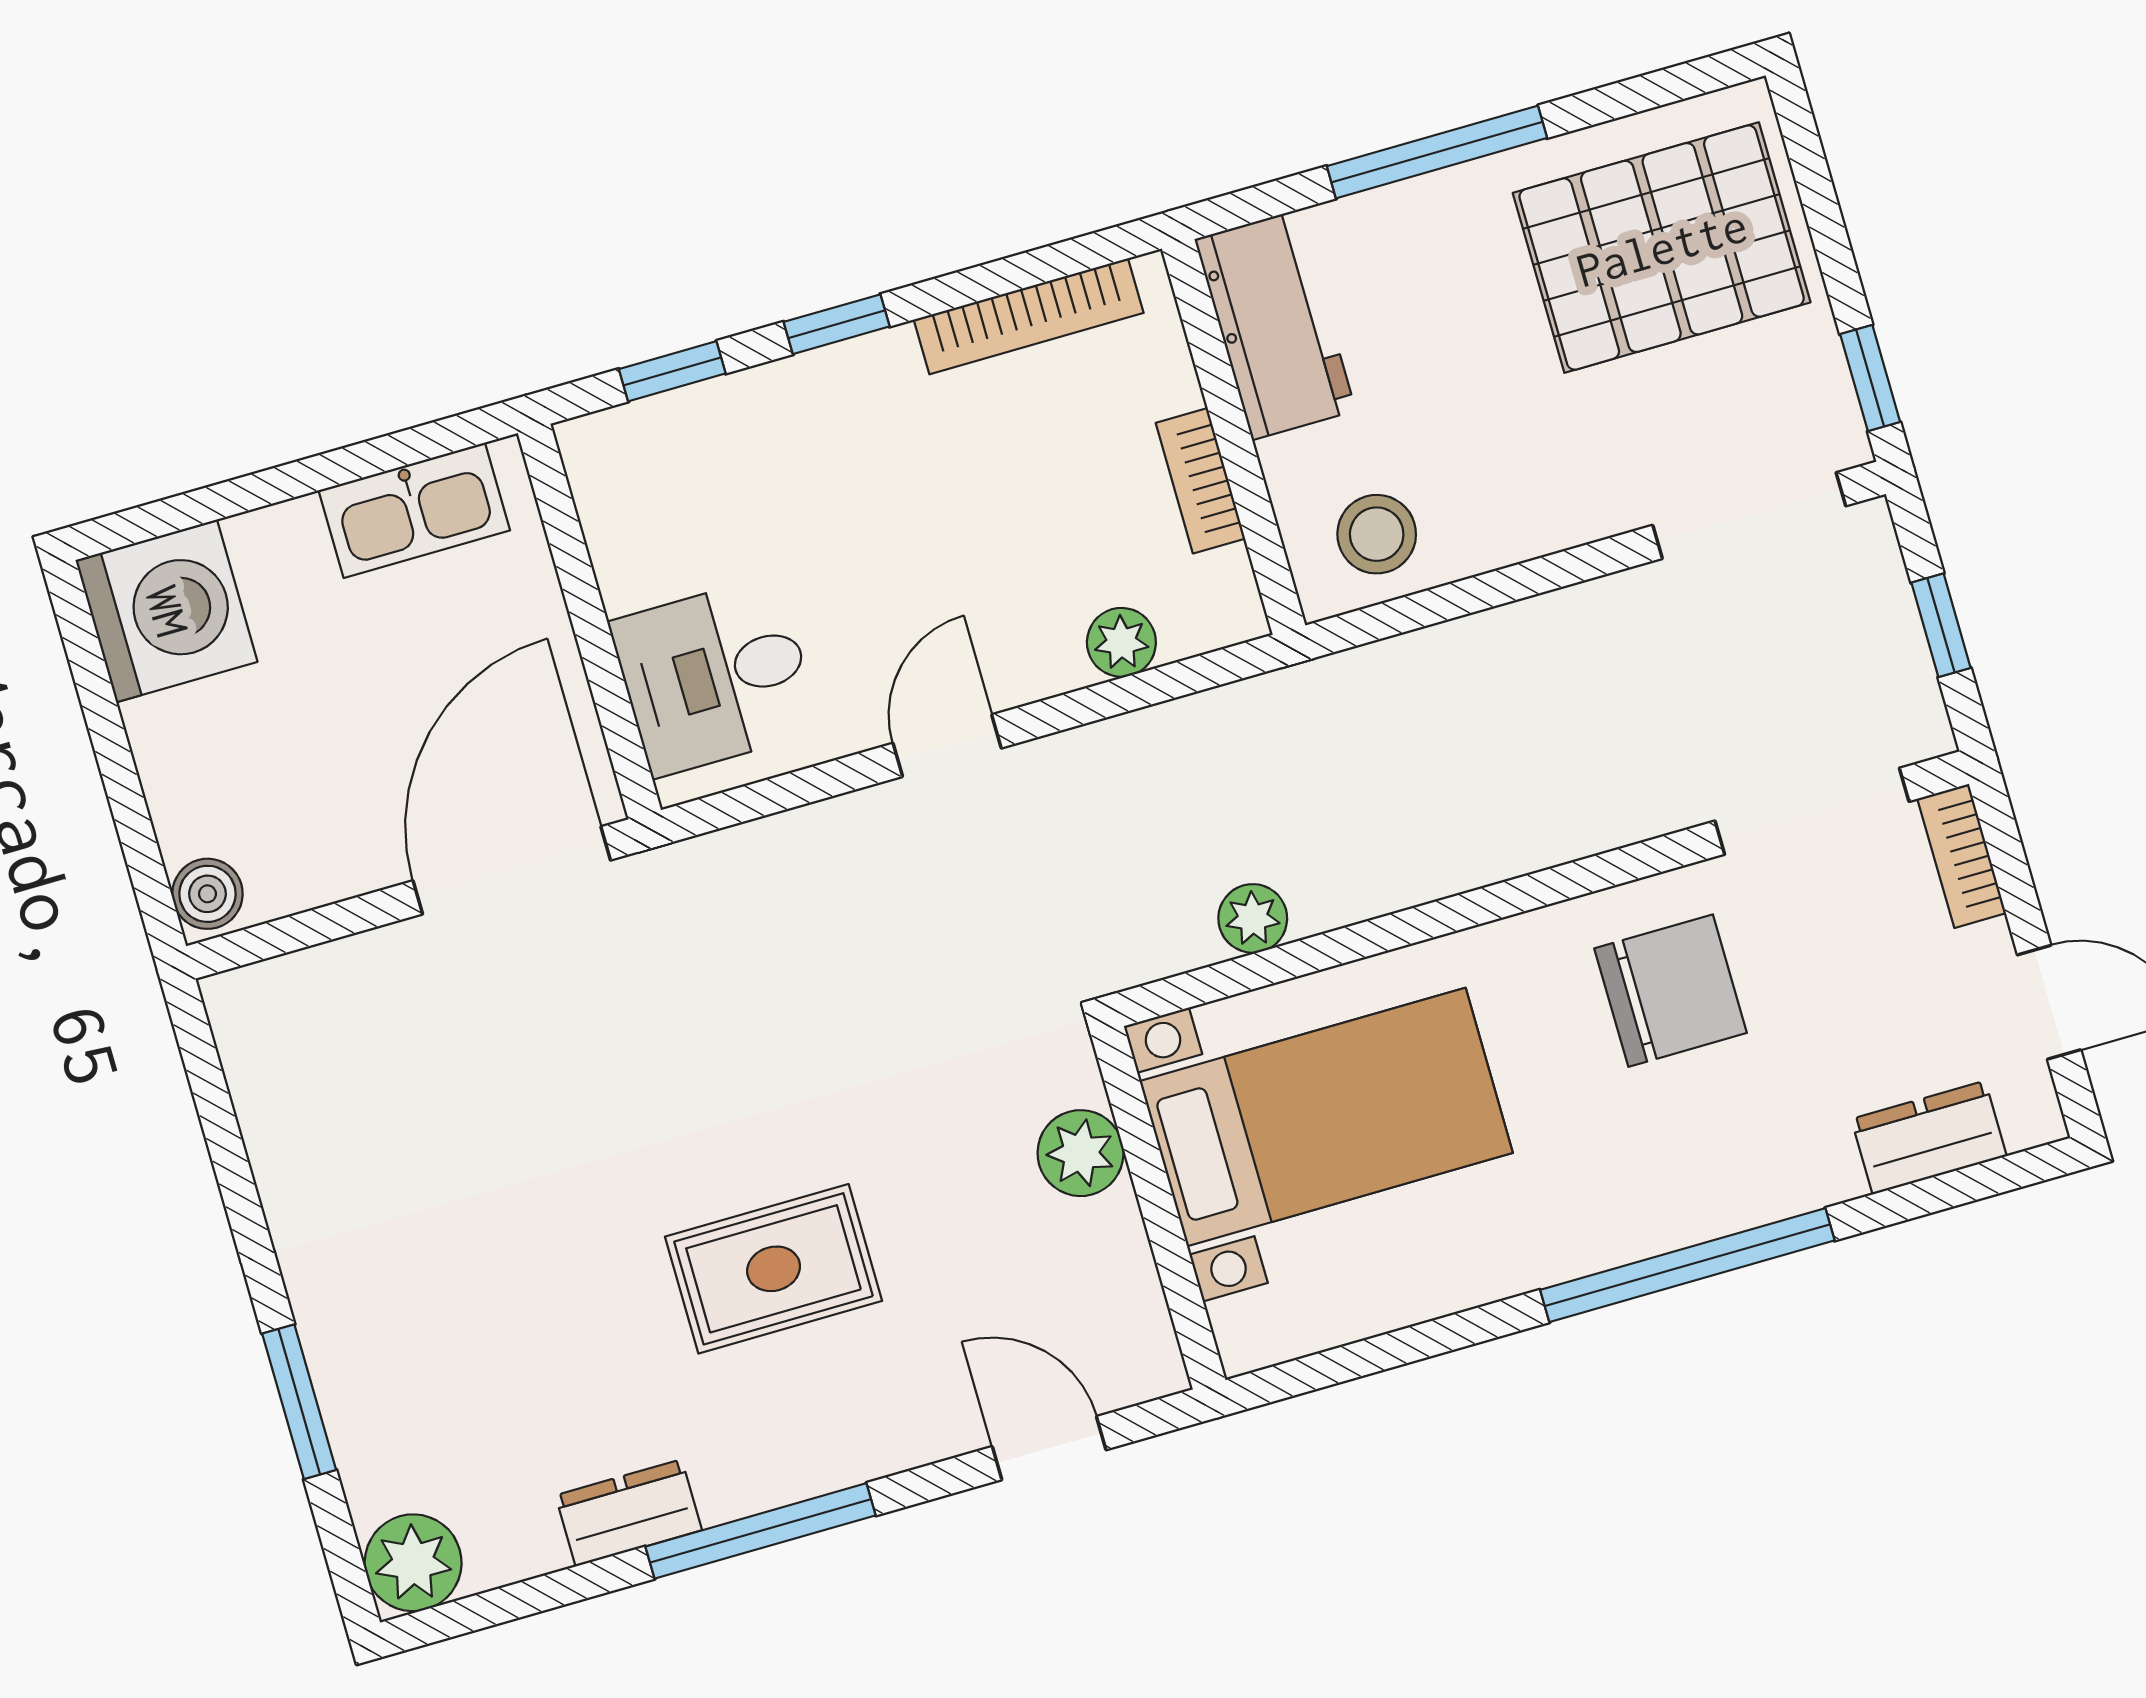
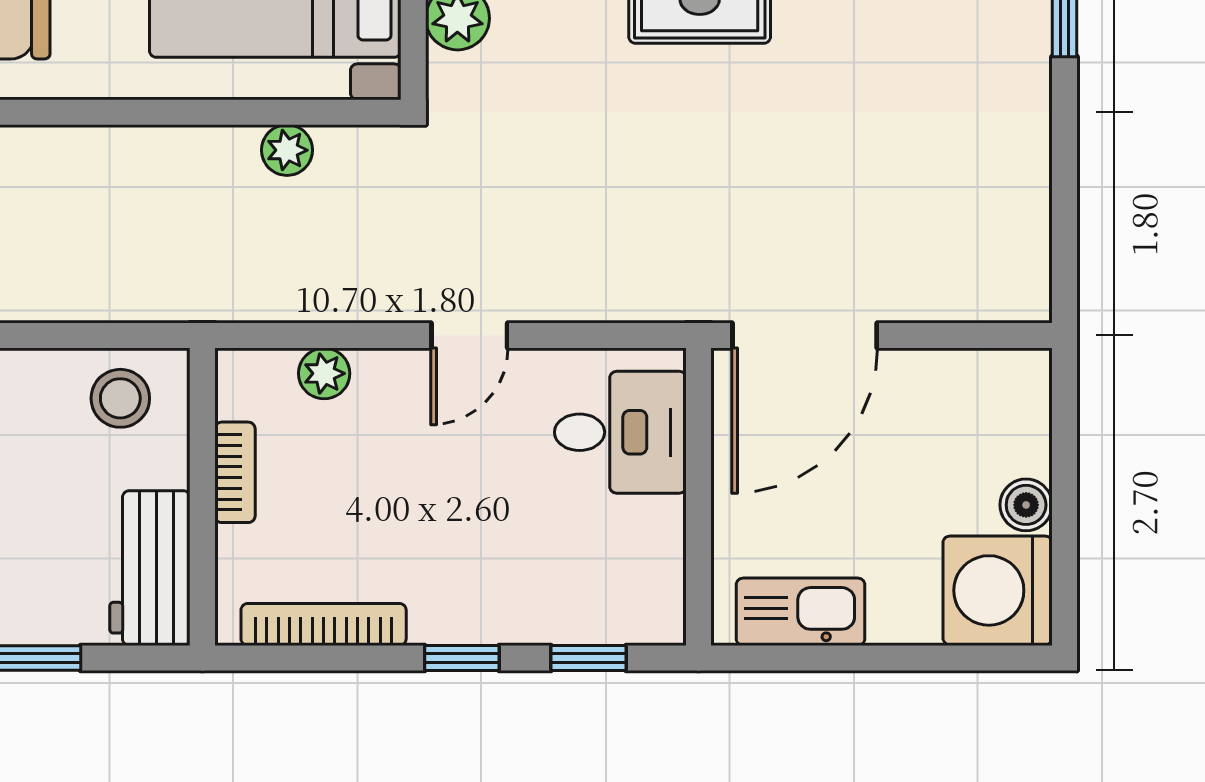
boiler: (207, 894) -> (1026, 505), moved

